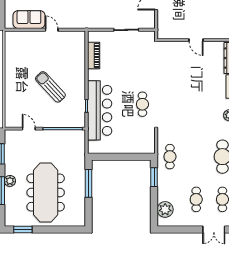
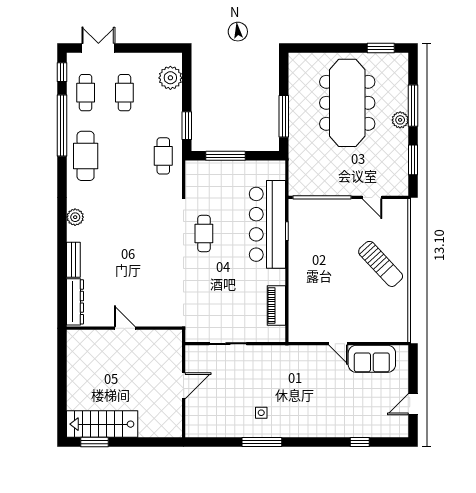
sun lounger: (50, 87) -> (381, 264), moved
window: (128, 157) -> (225, 156), added

